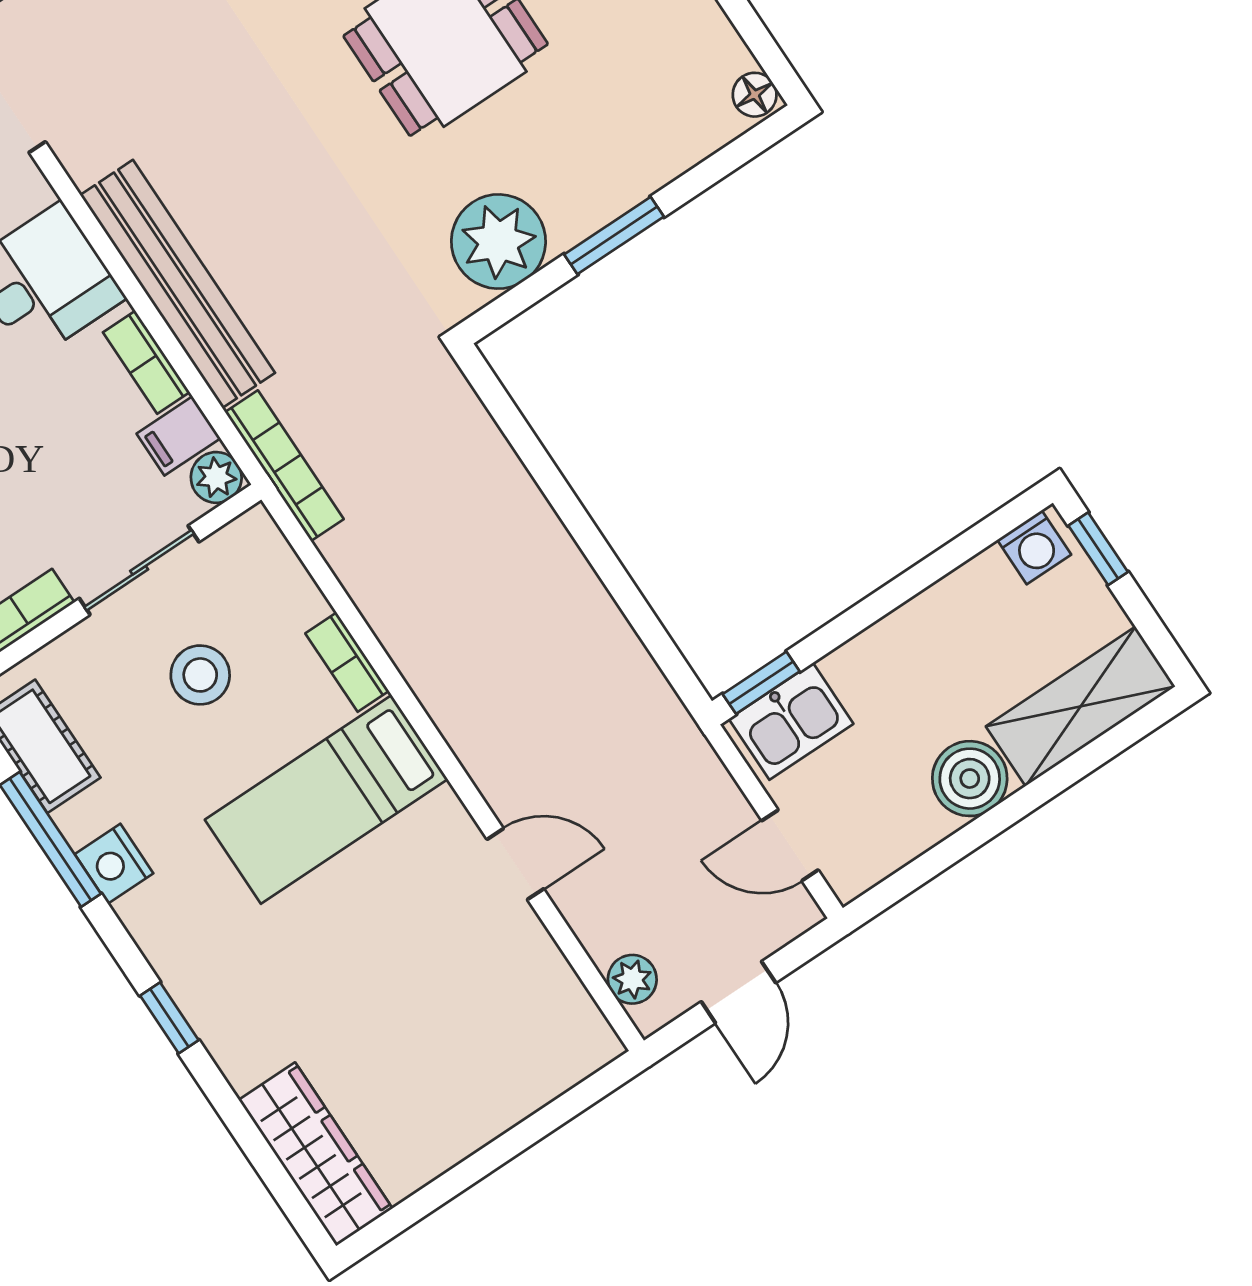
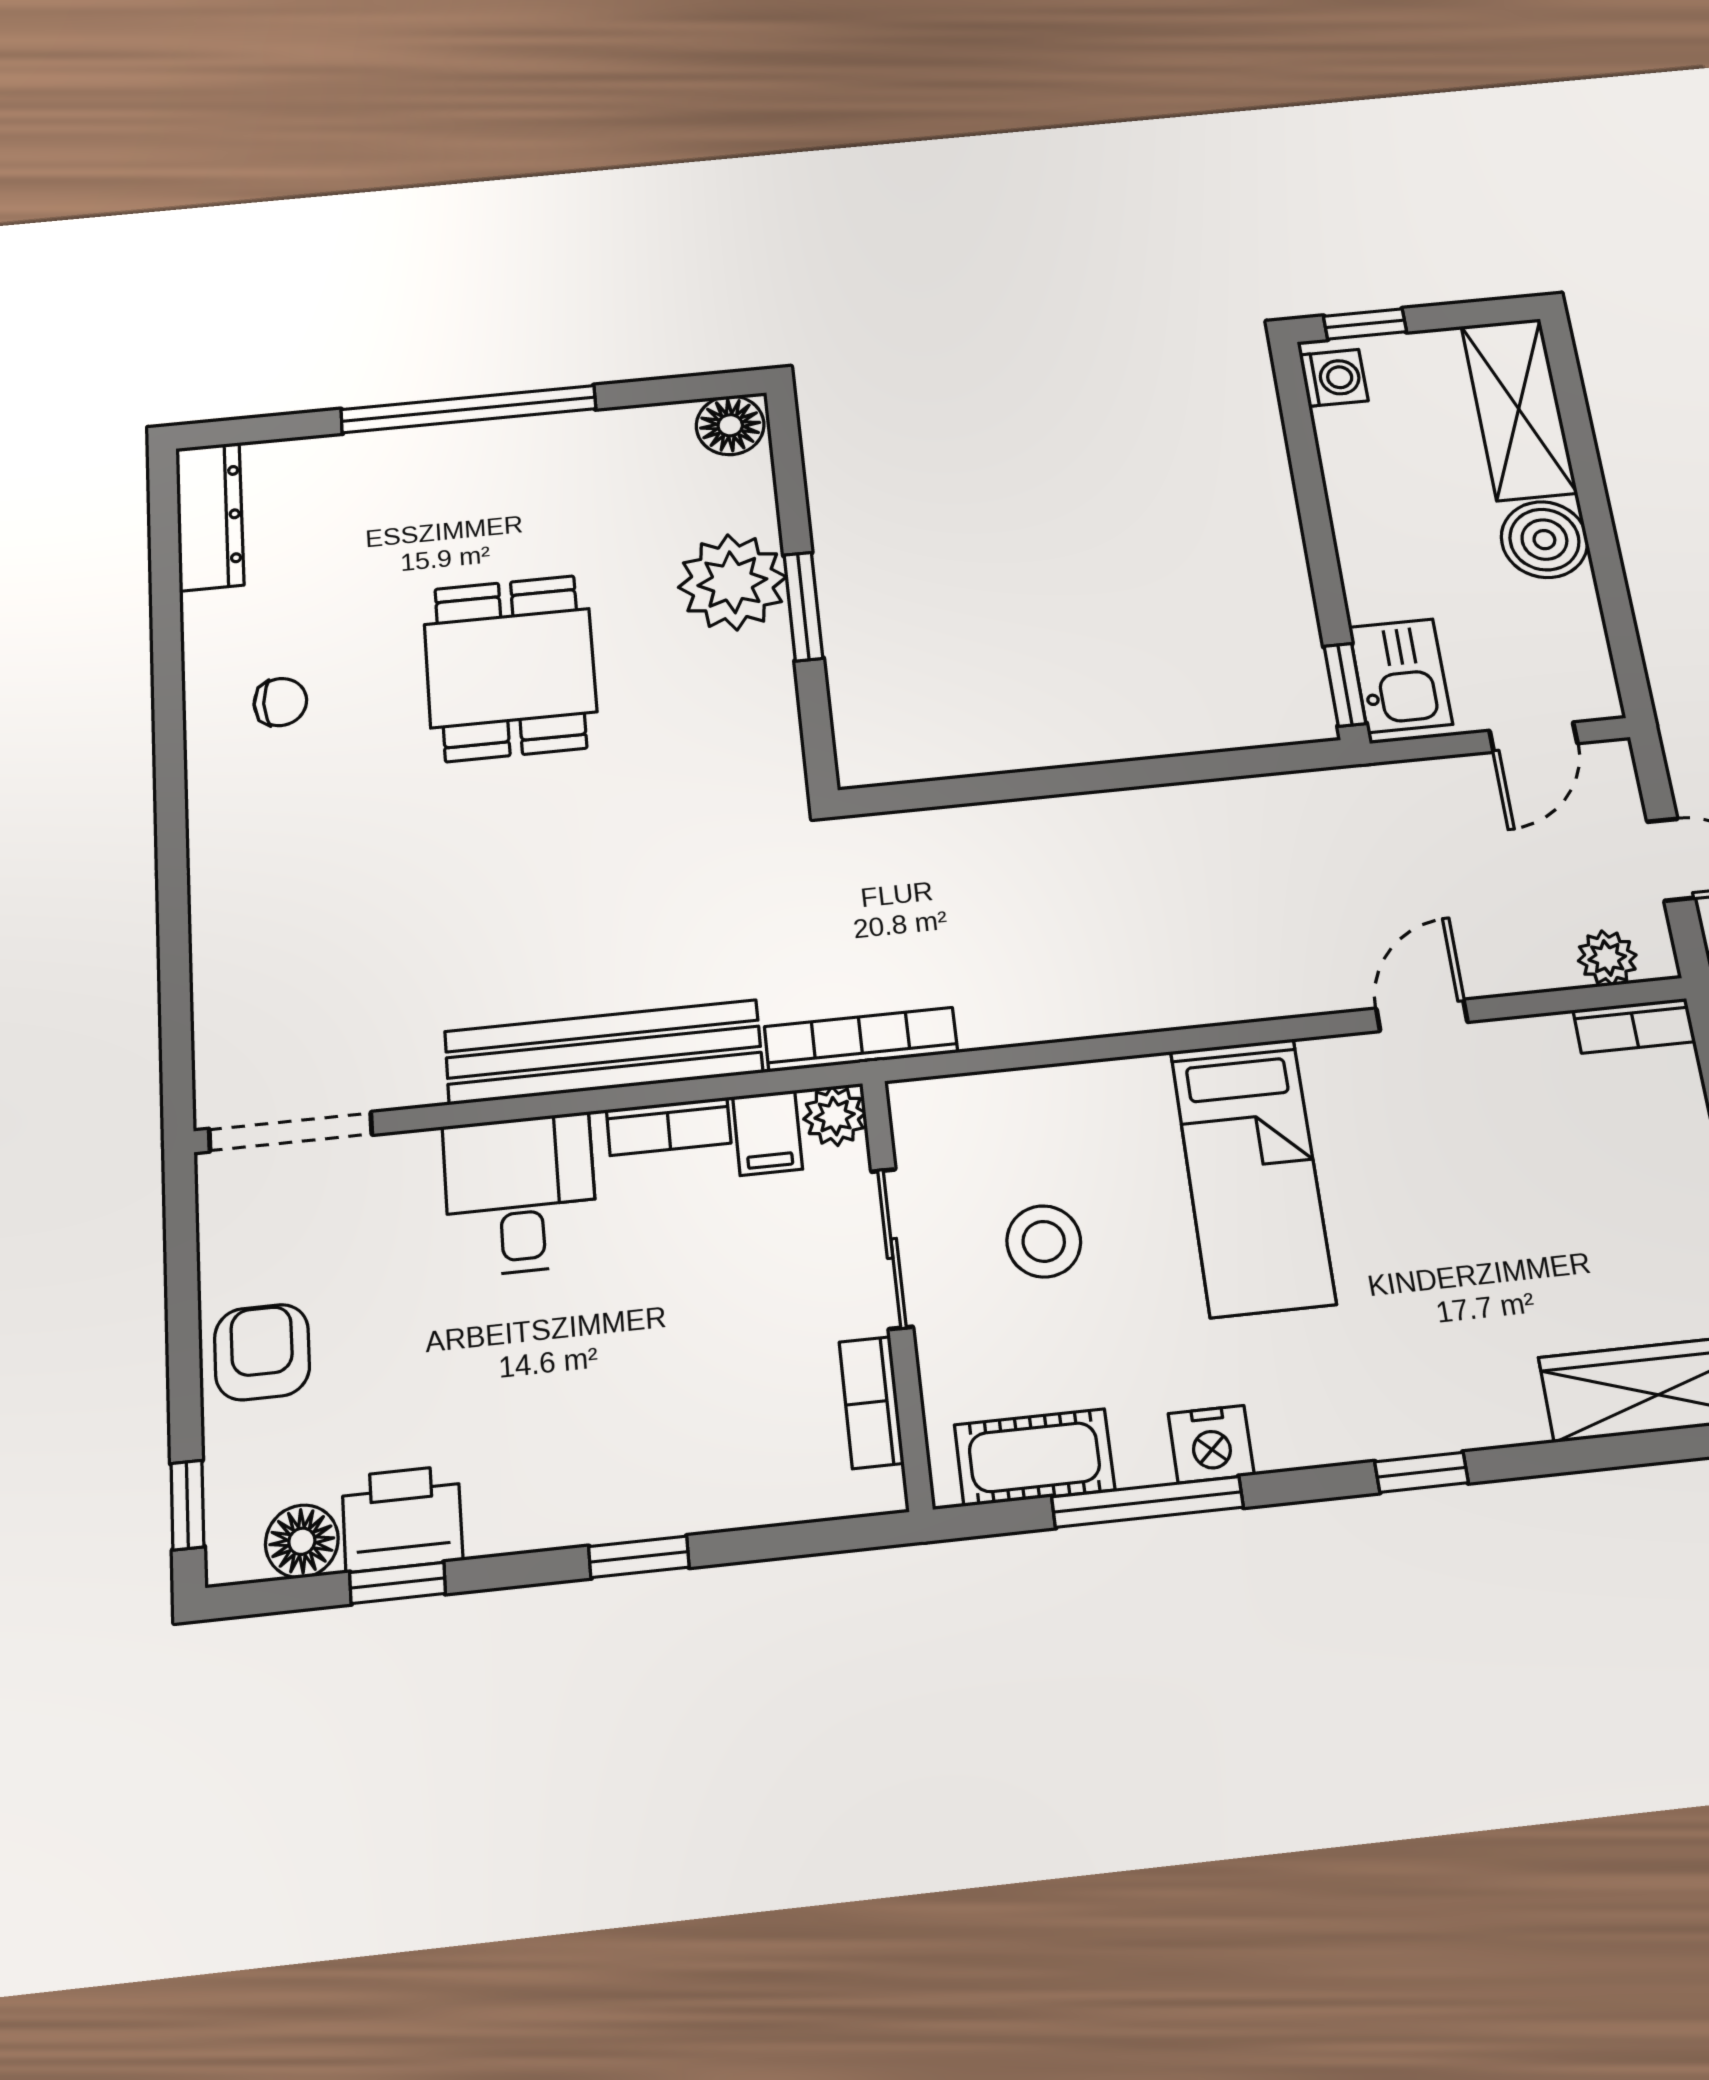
floor lamp: (755, 95) -> (730, 425), width x1.37, depth x1.37
plant: (498, 242) -> (732, 582), moved
bookcase: (347, 662) -> (1634, 1026), moved

